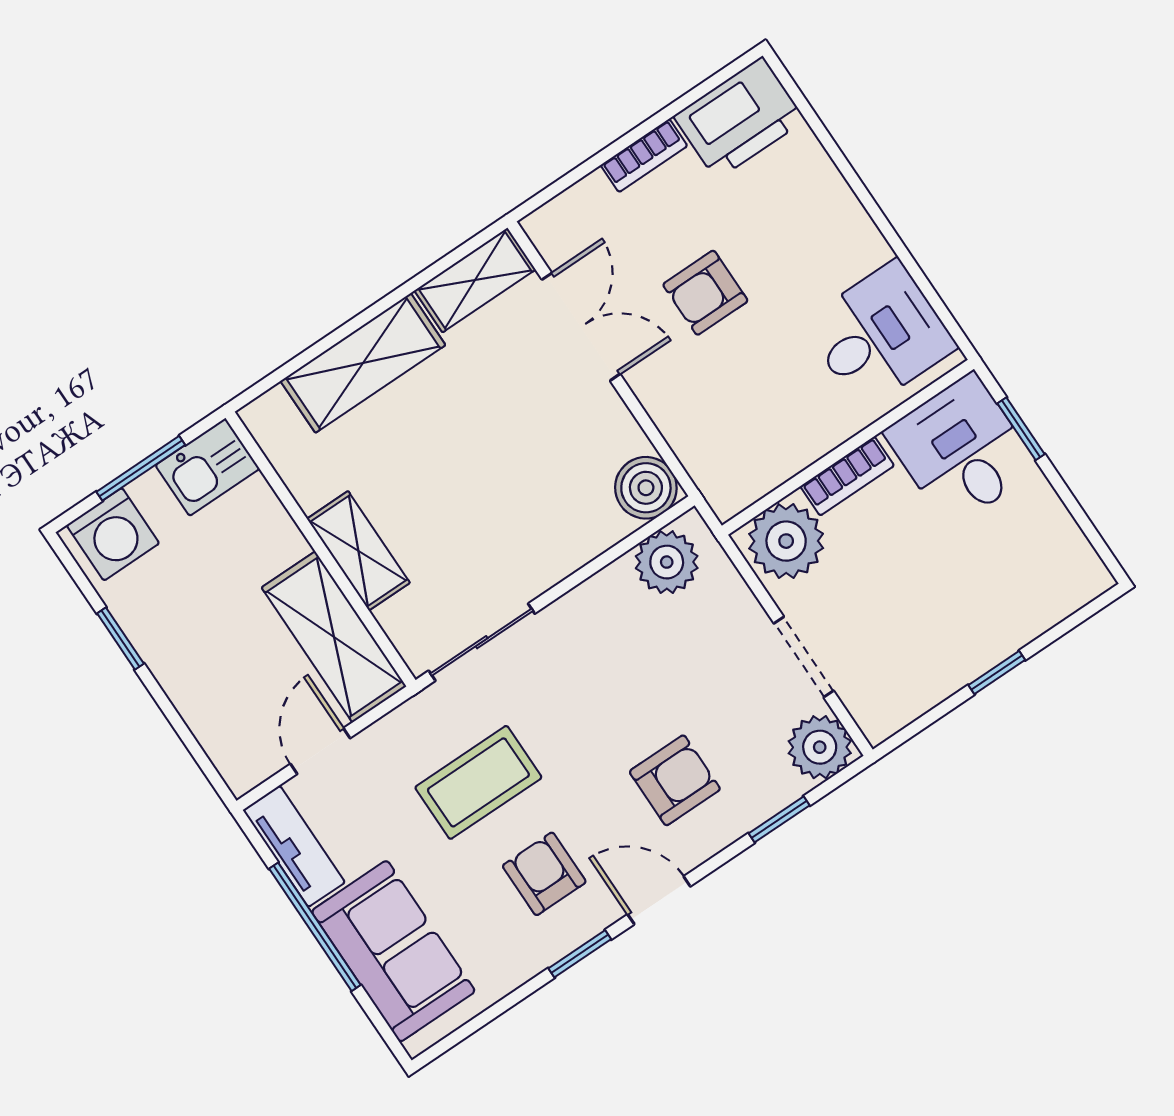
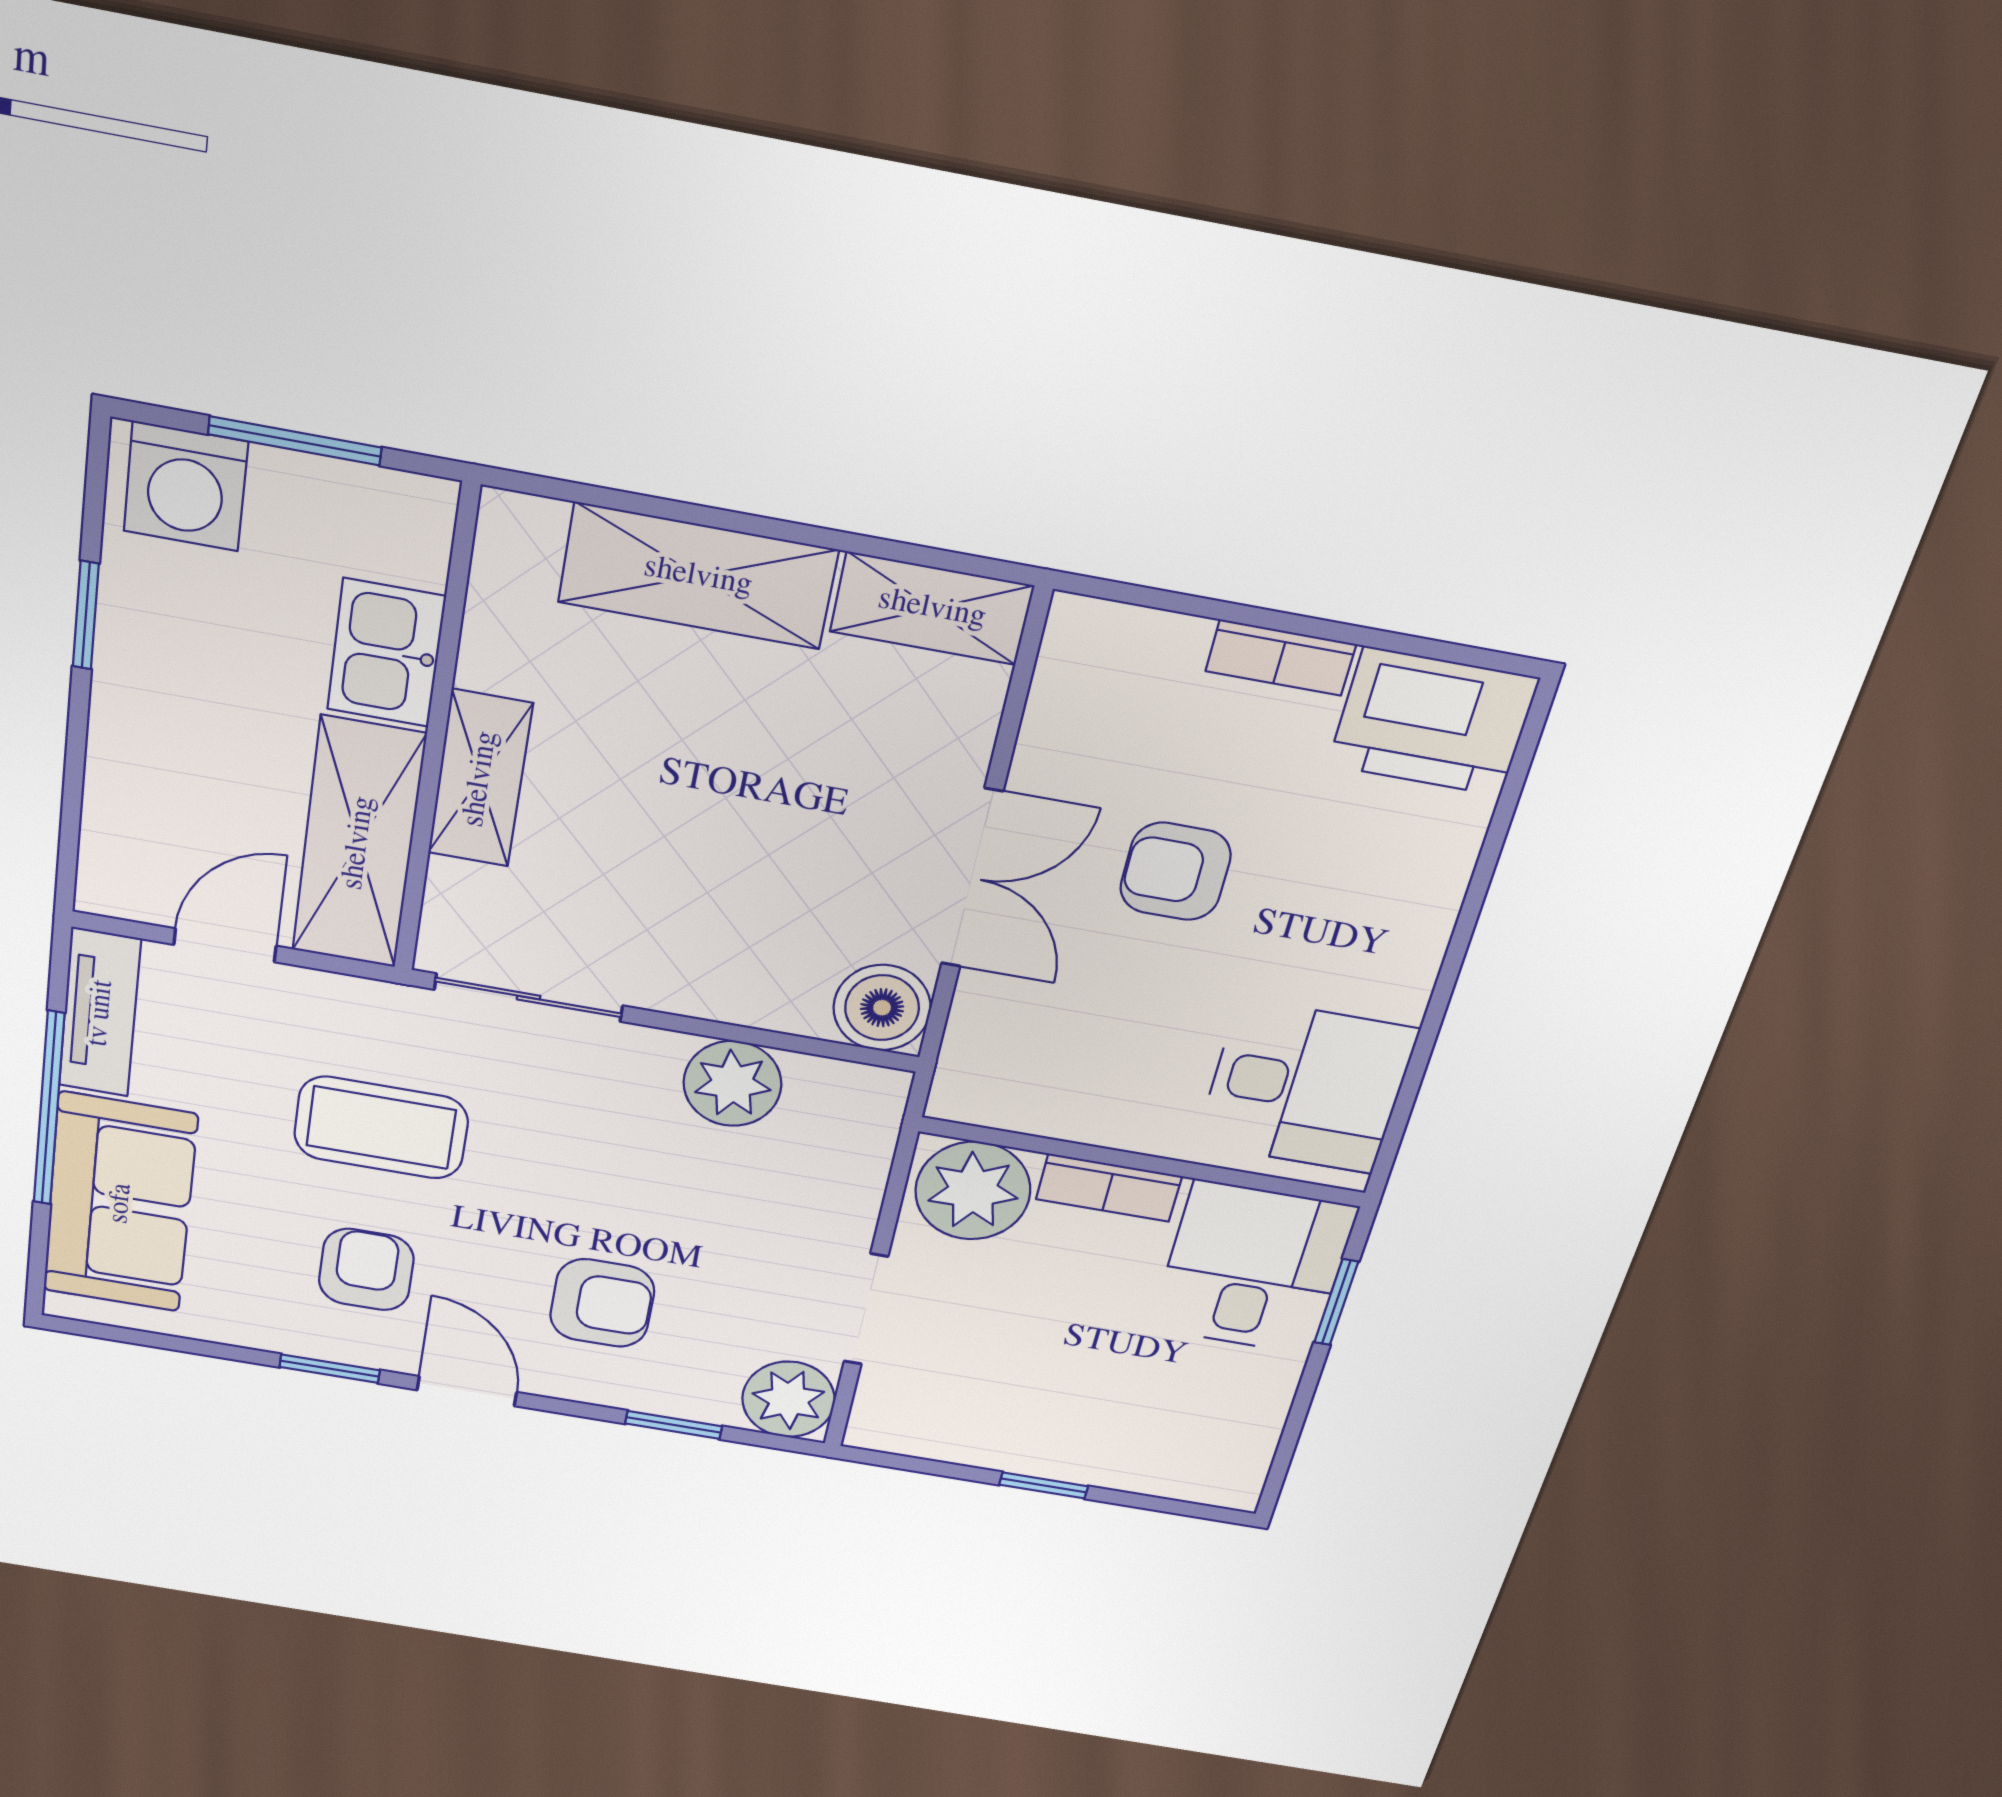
double door: (581, 327) -> (972, 878), moved
kitchen sink: (208, 467) -> (386, 653), moved, turned 90
plant: (667, 562) -> (732, 1084), moved

